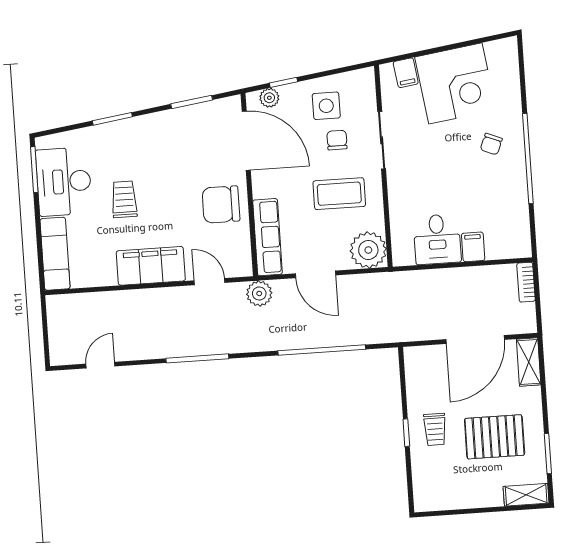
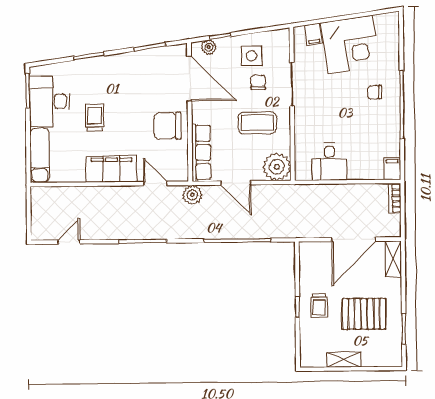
chair: (491, 144) -> (375, 92), turned 68
filing cabinet: (473, 247) -> (392, 169), moved
shelving: (526, 495) -> (344, 360), moved

